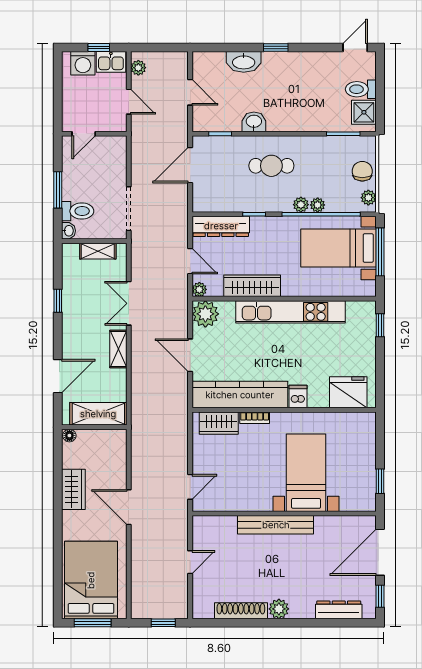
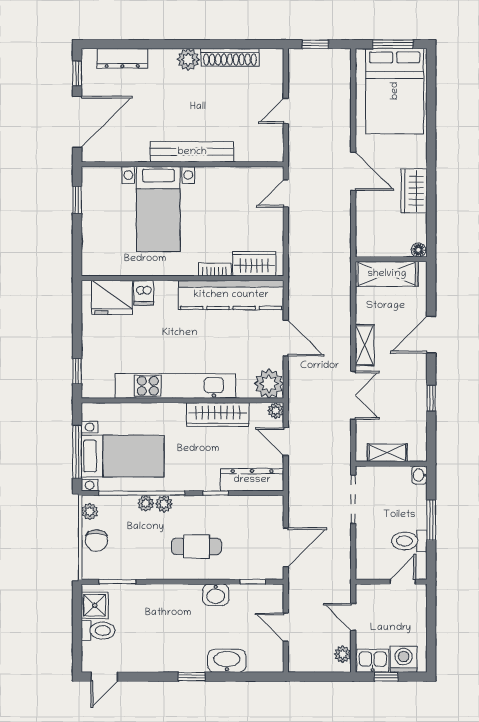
toilet: (78, 211) -> (409, 541), moved
door: (58, 376) -> (431, 335), moved
dishwasher: (298, 397) -> (144, 293), moved

